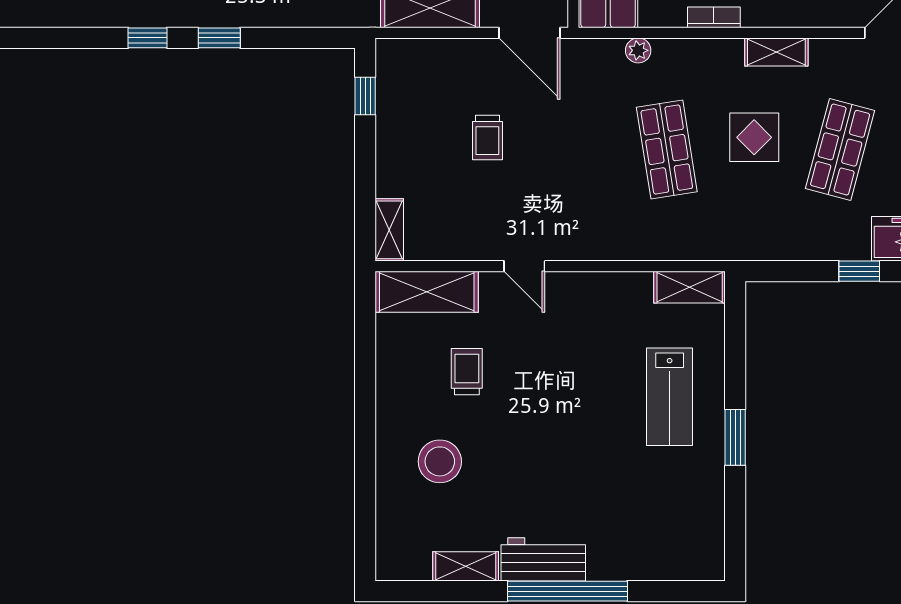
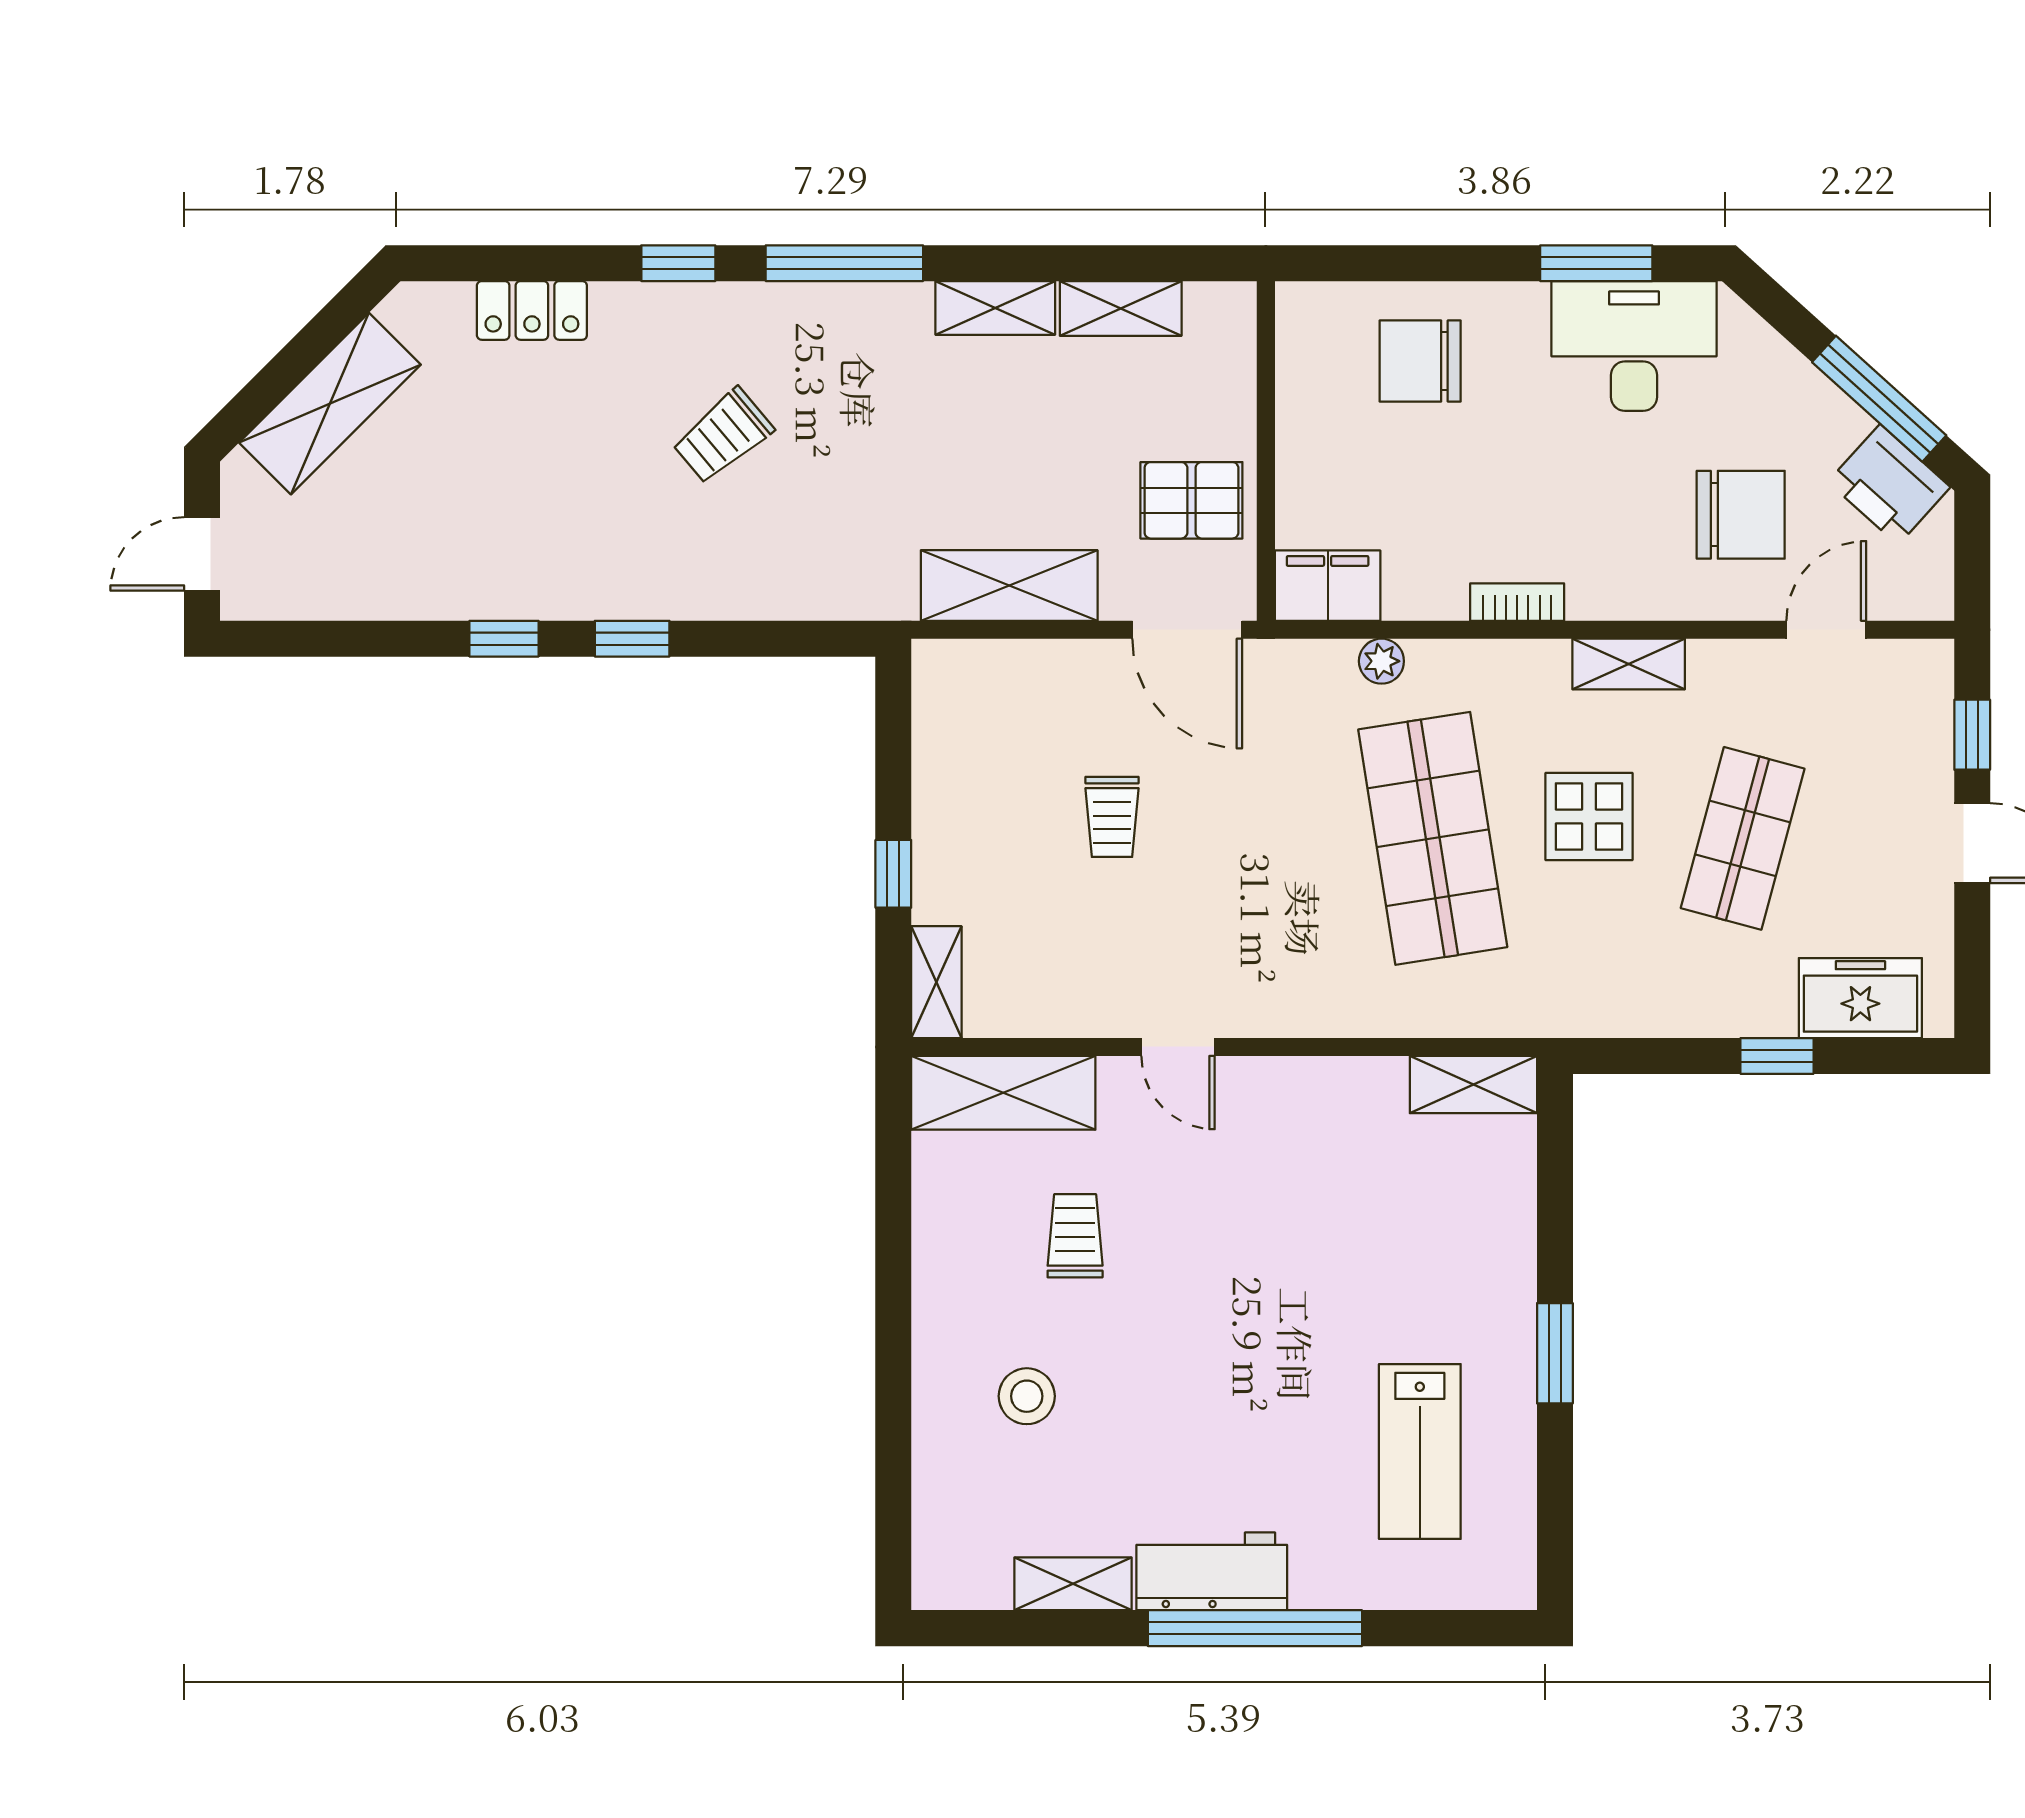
window: (365, 96) -> (893, 874), moved
shop shelf: (667, 149) -> (1433, 838), width x1.43, depth x1.36
lab bench: (670, 397) -> (1420, 1451), moved
stool: (440, 461) -> (1027, 1396), width x0.73, depth x0.73

